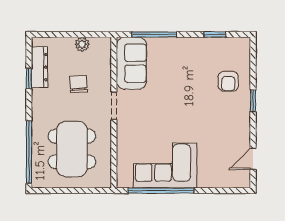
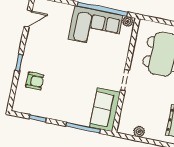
armchair: (228, 81) -> (35, 81), turned 90
chair: (79, 84) -> (148, 102), removed
plant: (126, 181) -> (128, 21), added

